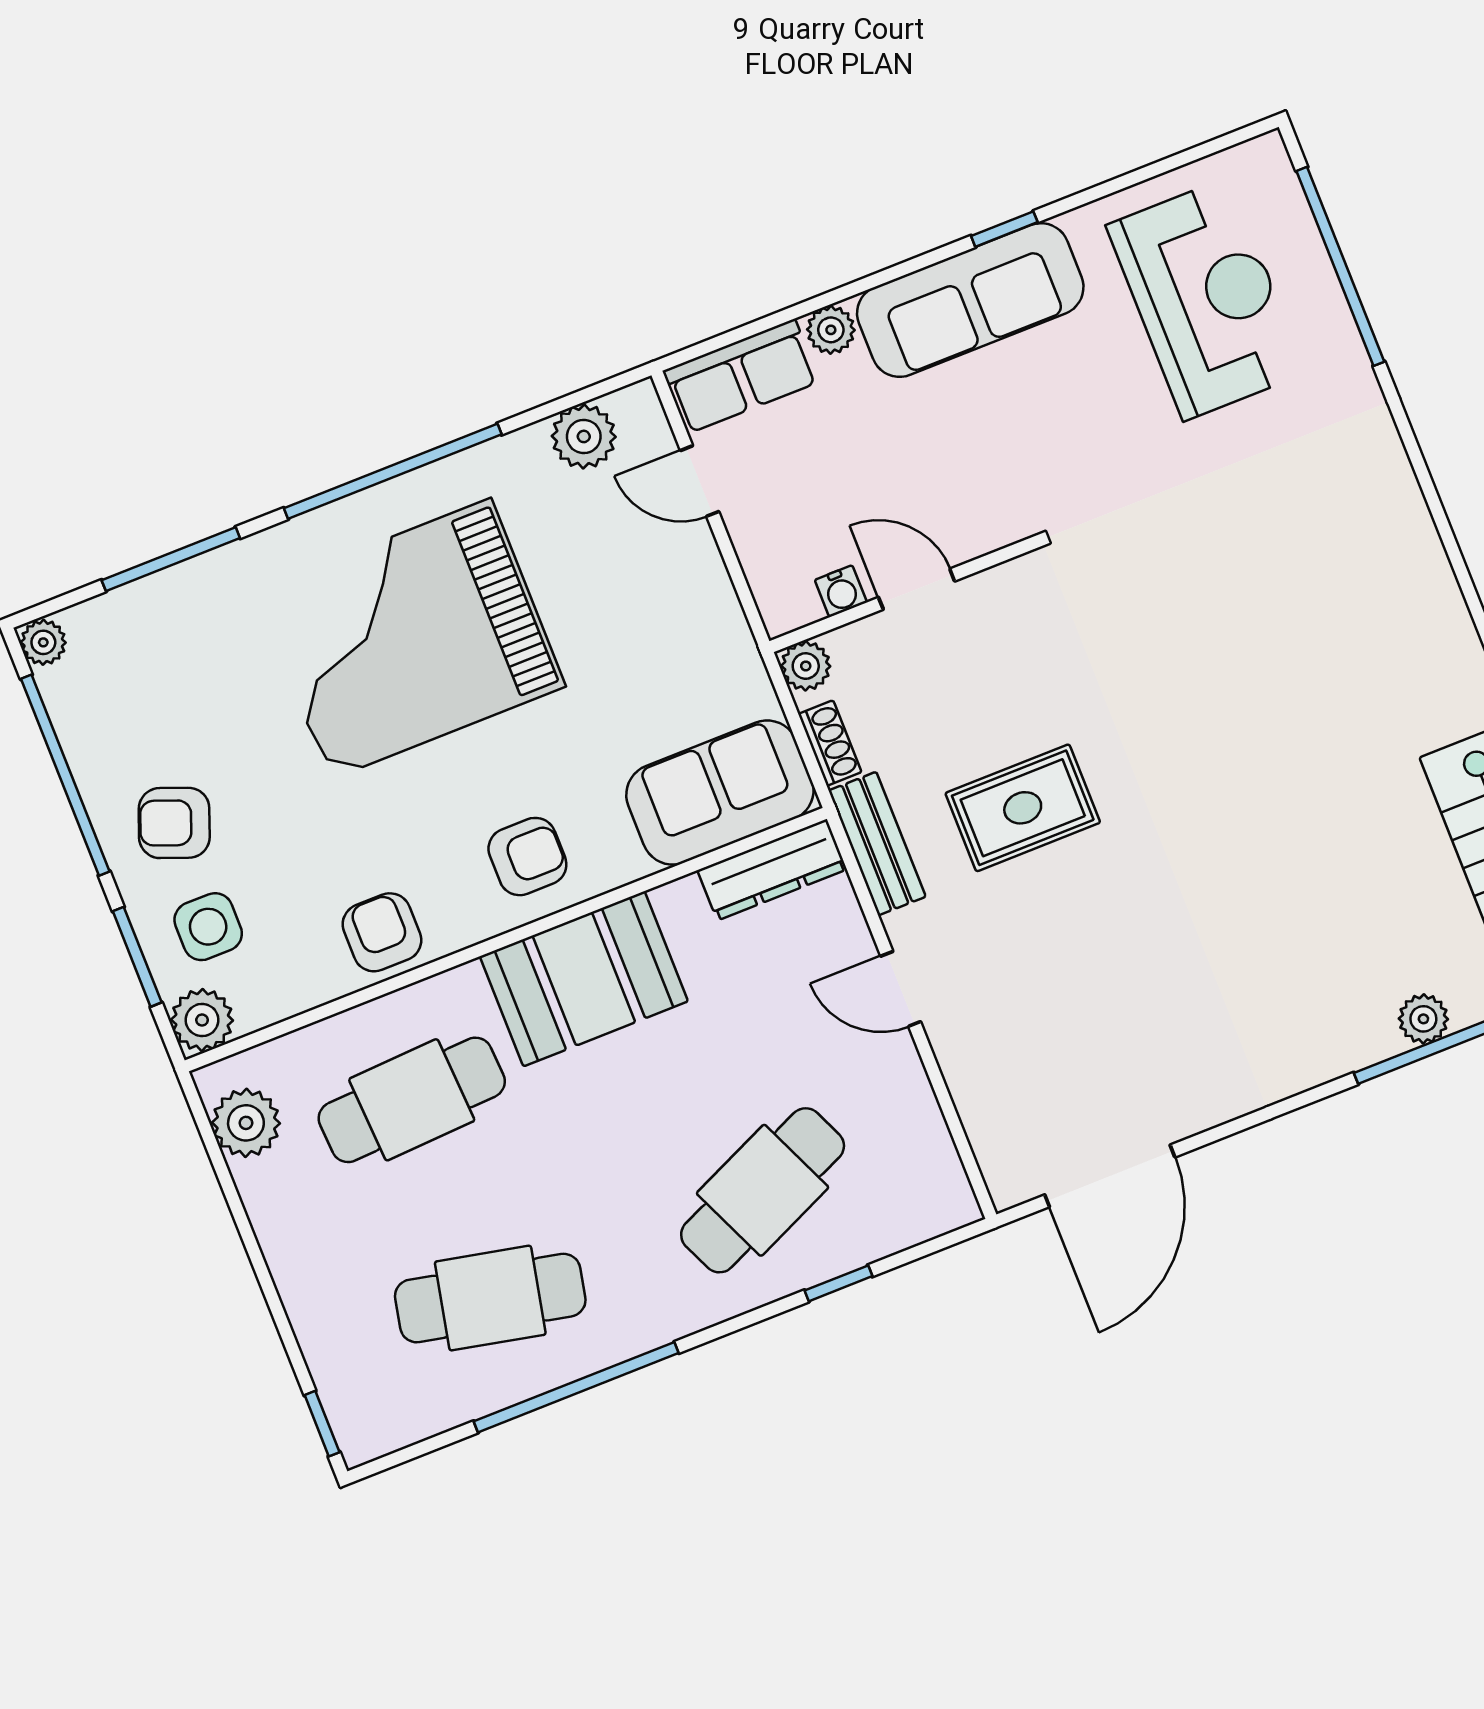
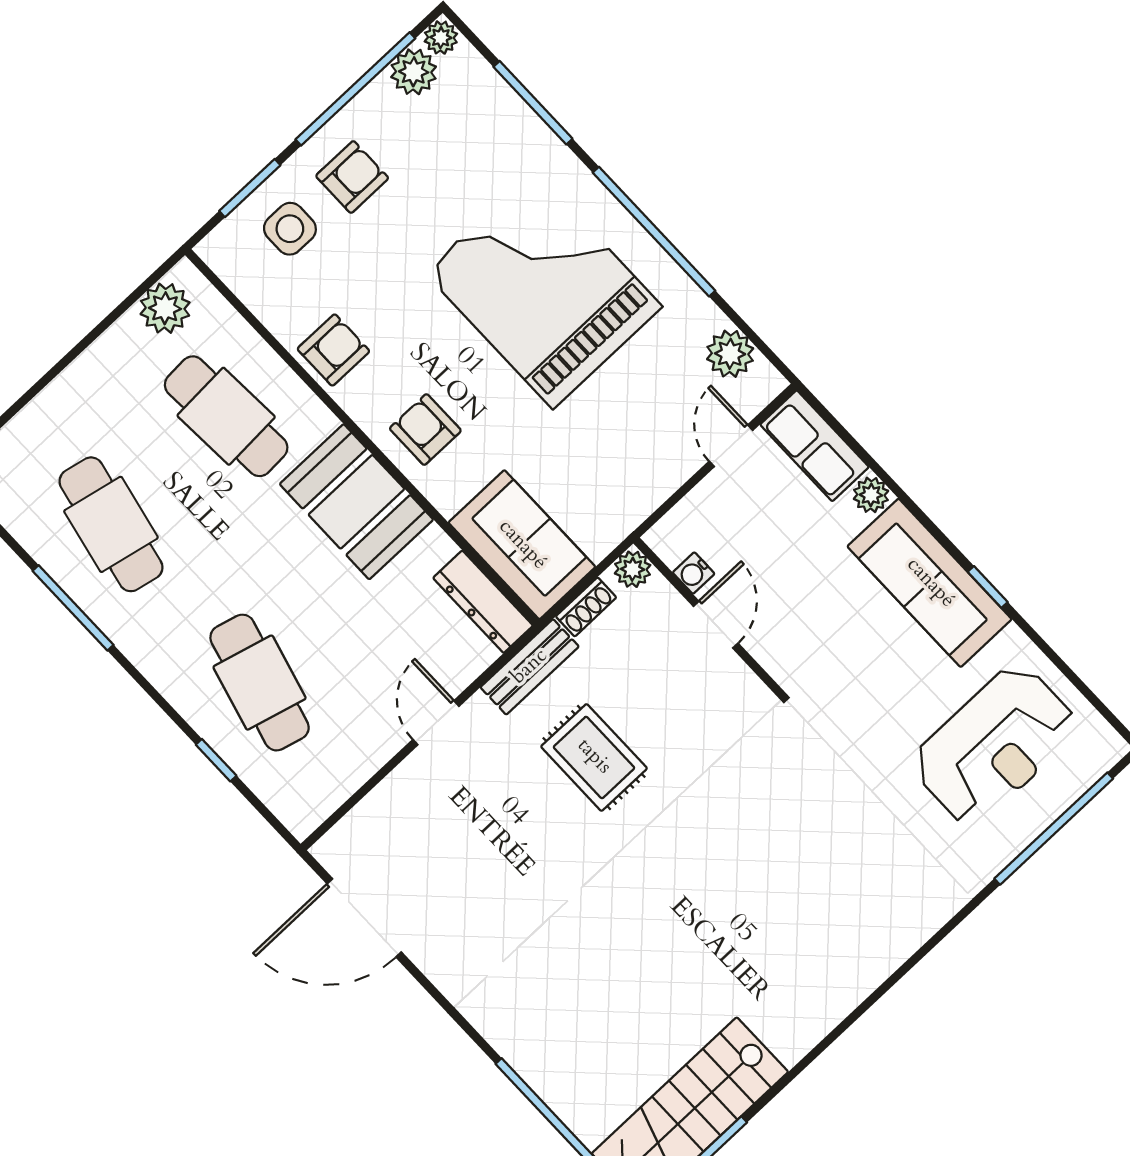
armchair: (174, 823) -> (352, 177), turned 69
armchair: (527, 857) -> (425, 430), turned 180
plant: (1423, 1019) -> (558, 1091), removed
plant: (202, 1020) -> (414, 72), moved
cafe table: (763, 1190) -> (260, 683), turned 39
window: (576, 1387) -> (73, 608), width x0.68

